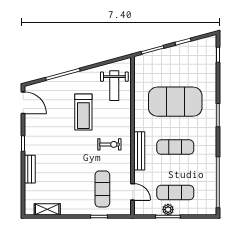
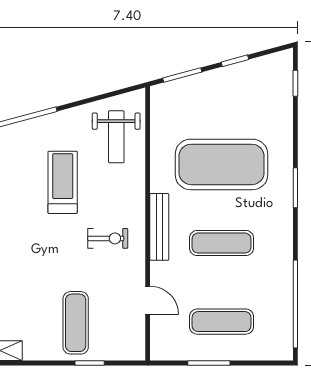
treadmill: (83, 112) -> (63, 182), turned 180
bench: (139, 151) -> (159, 227), moved
exercise mat: (102, 189) -> (76, 323), moved
door: (133, 192) -> (148, 300), moved
plant: (168, 210) -> (209, 351), removed

